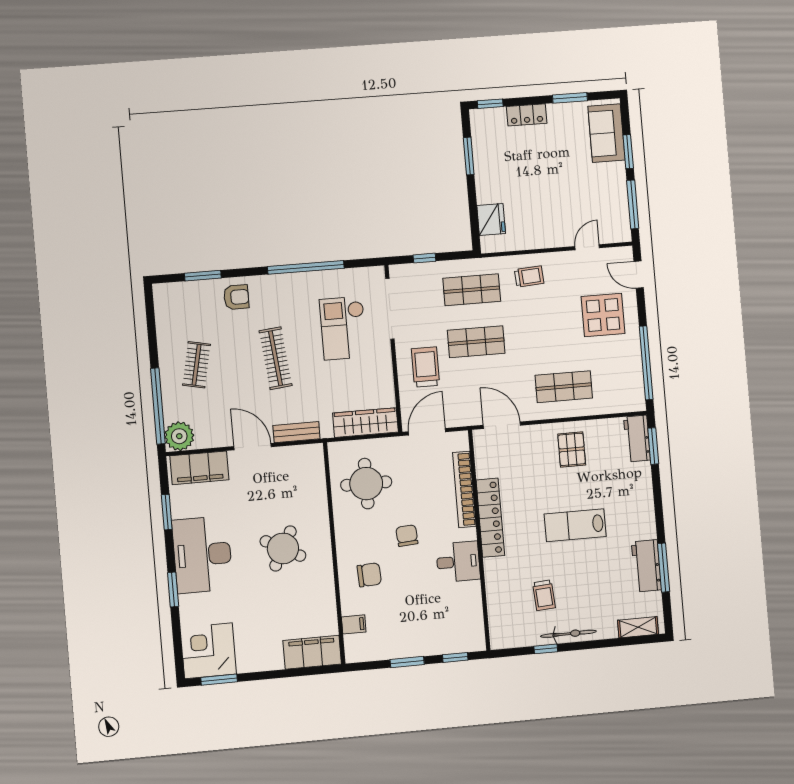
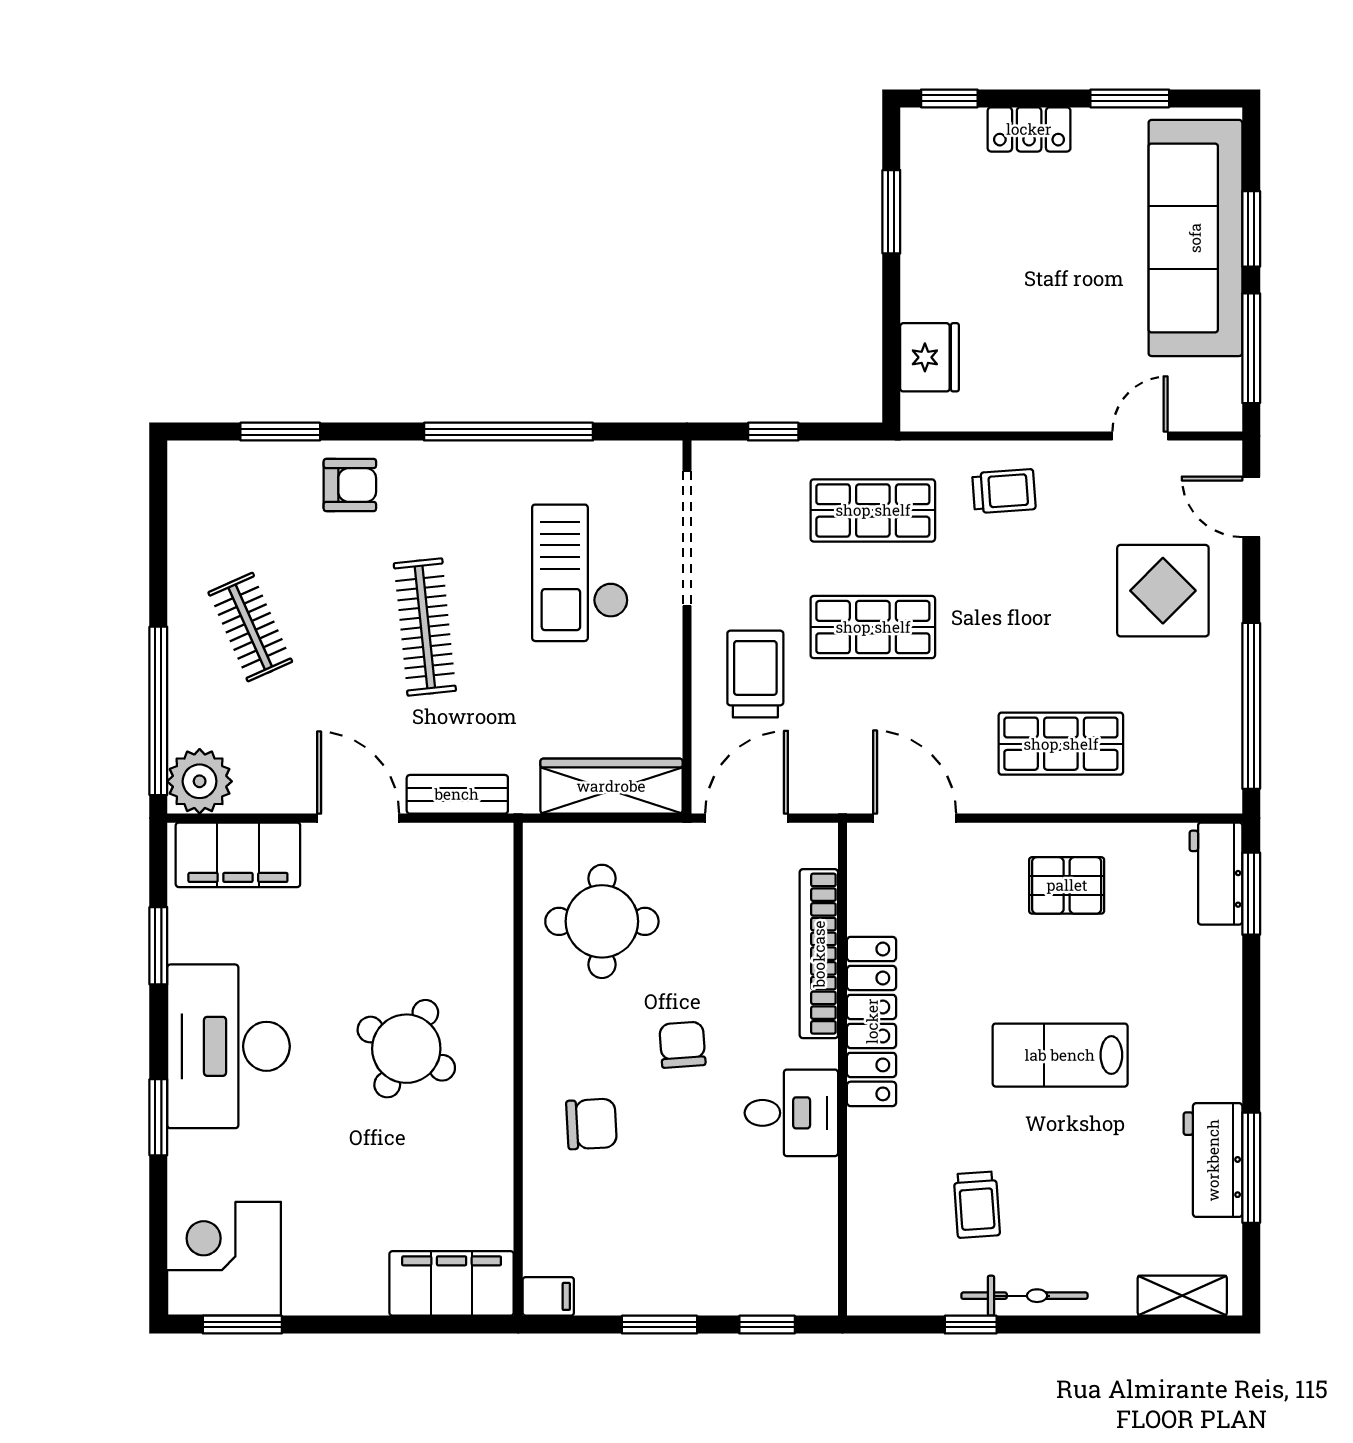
sofa: (606, 133) -> (1195, 238), width x1.85, depth x1.27
clothes rail: (197, 365) -> (250, 627), turned -36
pallet: (572, 449) -> (1067, 885), turned 90
filing cabinet: (354, 624) -> (548, 1296), moved

